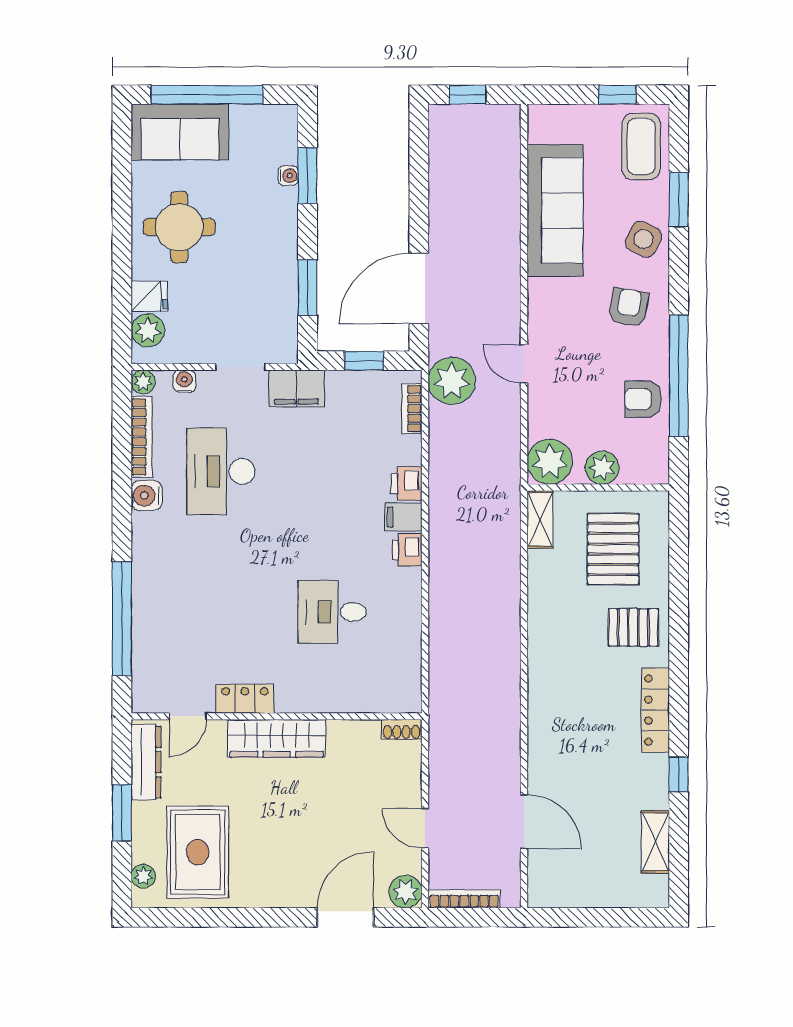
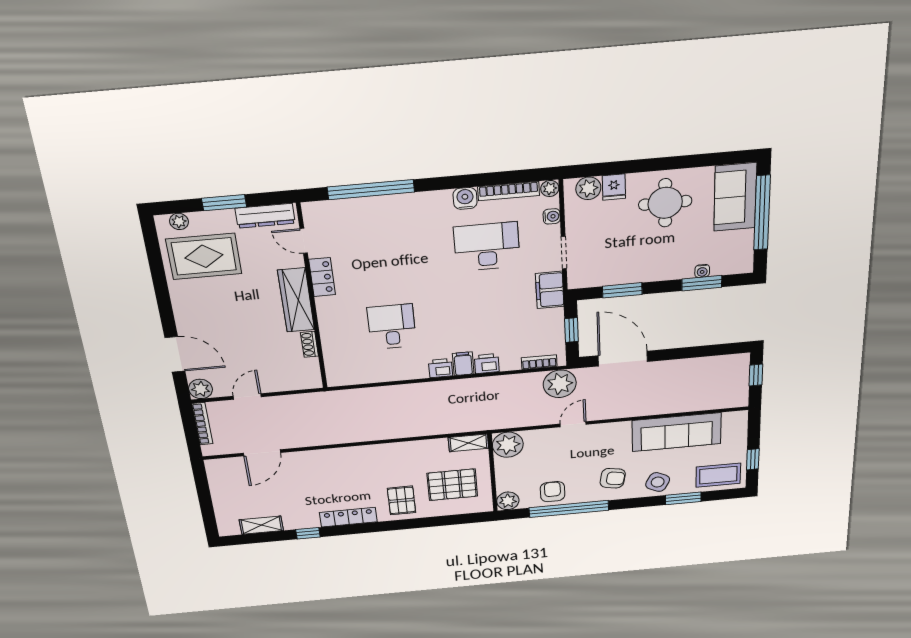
plant: (602, 468) -> (508, 501), moved
shoe rack: (402, 729) -> (309, 344), moved

